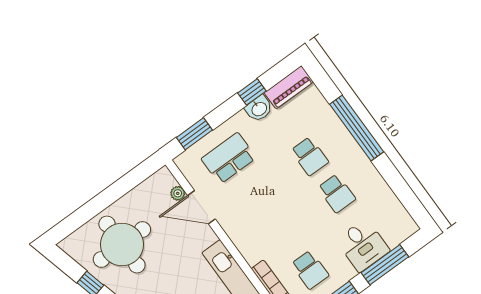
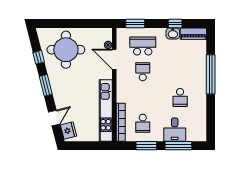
school desk: (310, 156) -> (143, 72), moved, turned 180

